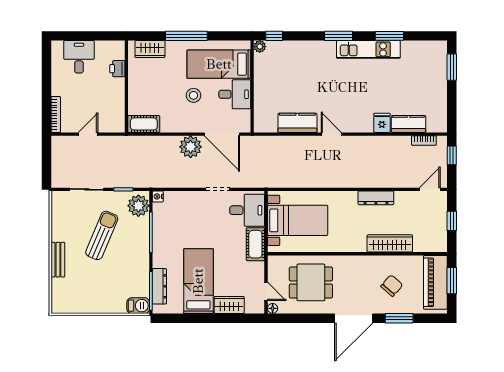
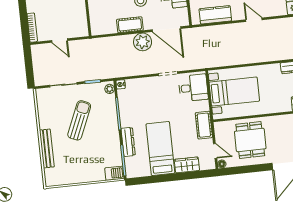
kitchen counter: (297, 123) -> (215, 15), moved
cot: (144, 124) -> (130, 25), moved
door: (88, 134) -> (60, 41), swing flipped
plant: (138, 206) -> (110, 89), width x0.53, depth x0.53
cot: (255, 244) -> (204, 125), moved
bench: (58, 260) -> (47, 148), width x1.36
dining table: (311, 282) -> (250, 140), turned 90
dresser: (159, 286) -> (128, 142), moved

